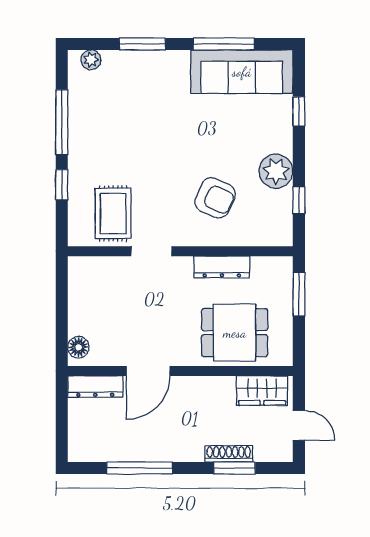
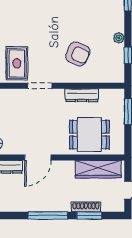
plant: (276, 171) -> (119, 38), width x0.53, depth x0.53
wardrobe: (262, 391) -> (98, 169), width x1.50
window: (140, 468) -> (48, 216), moved

